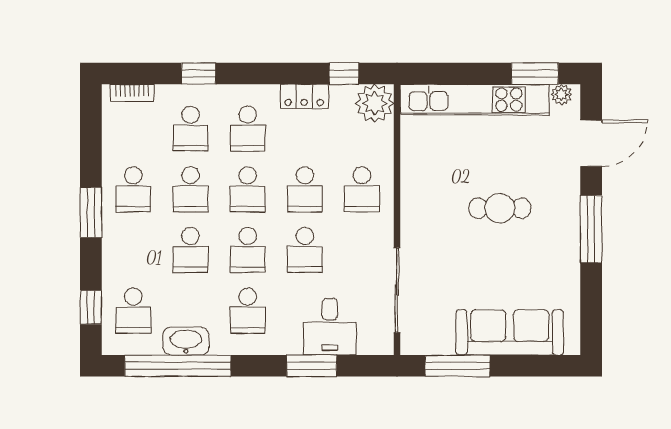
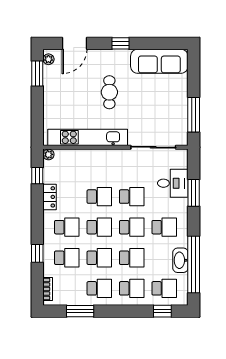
kitchen unit: (475, 100) -> (88, 137), moved, turned -90
plant: (375, 103) -> (48, 154), width x0.53, depth x0.53
door: (591, 143) -> (75, 43), swing flipped
school desk: (362, 189) -> (132, 288), moved
window: (91, 212) -> (80, 311), moved
window: (591, 229) -> (121, 43), width x0.46
sofa: (510, 332) -> (159, 61), moved, turned -90

